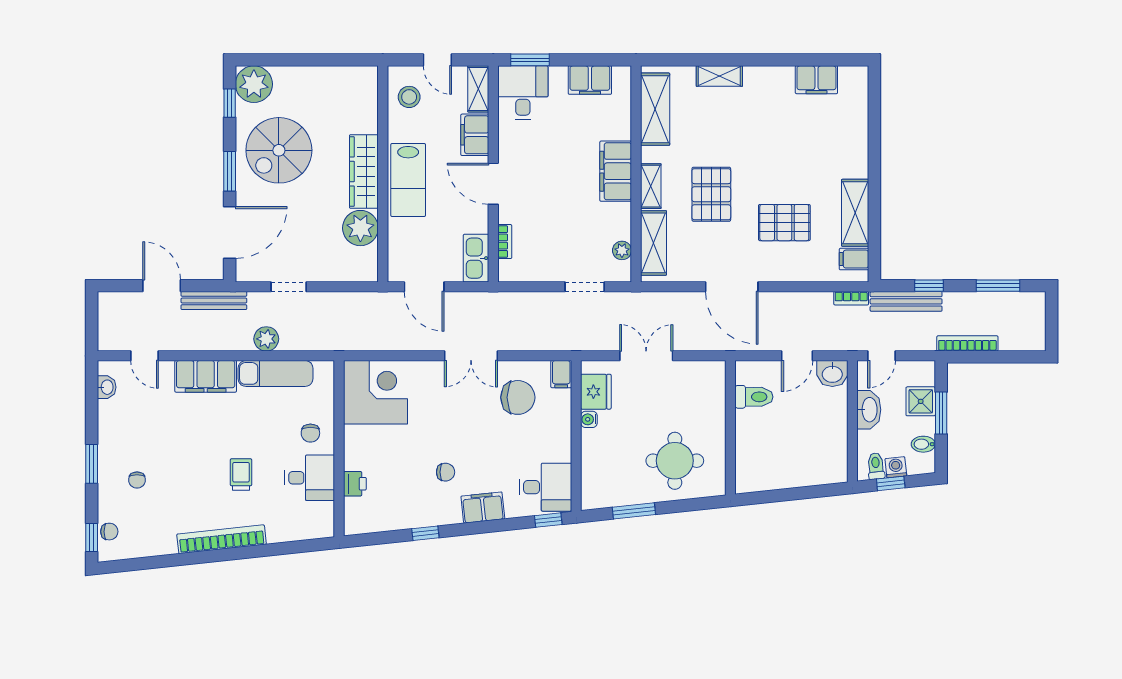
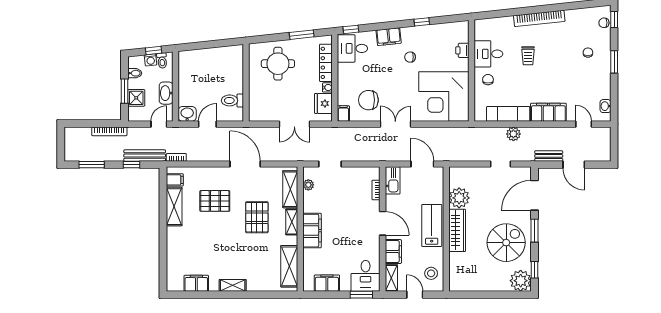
shelving: (719, 76) -> (233, 285), moved
bench: (214, 301) -> (549, 156), width x0.73
corner desk: (375, 392) -> (444, 97), width x1.36, depth x1.36
locker: (592, 462) -> (326, 63), added

